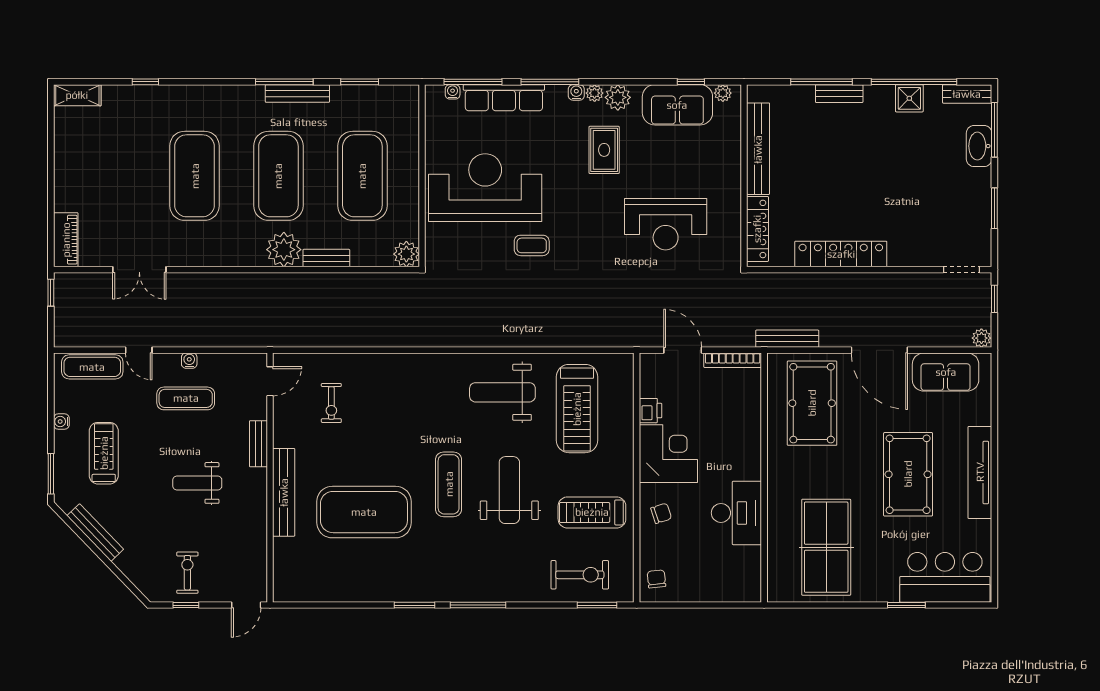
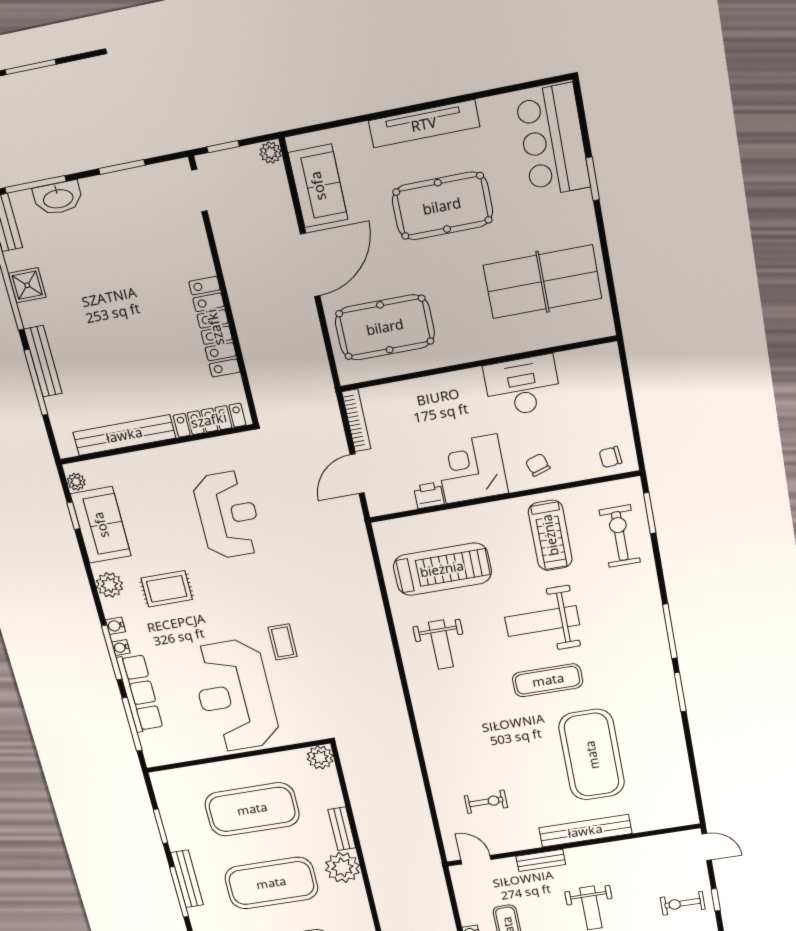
water cooler: (453, 92) -> (121, 647), moved
plant: (595, 93) -> (111, 608), removed
bench: (839, 94) -> (43, 361), width x1.36
bench: (787, 339) -> (320, 367), removed
weight bench: (502, 392) -> (441, 645), width x0.73, depth x0.75

